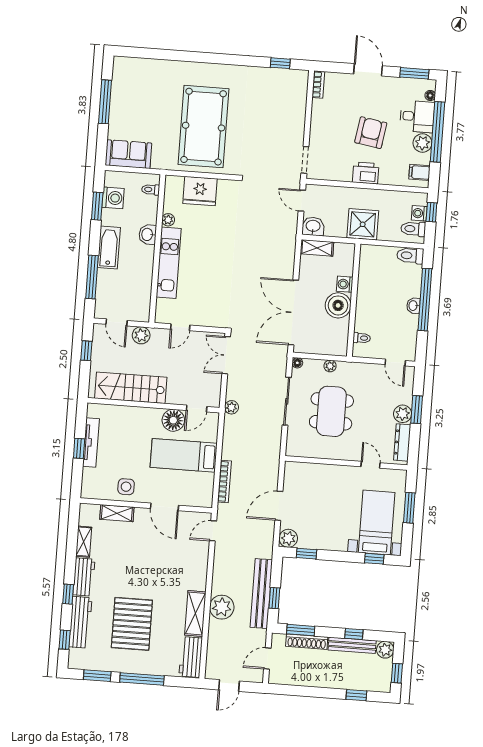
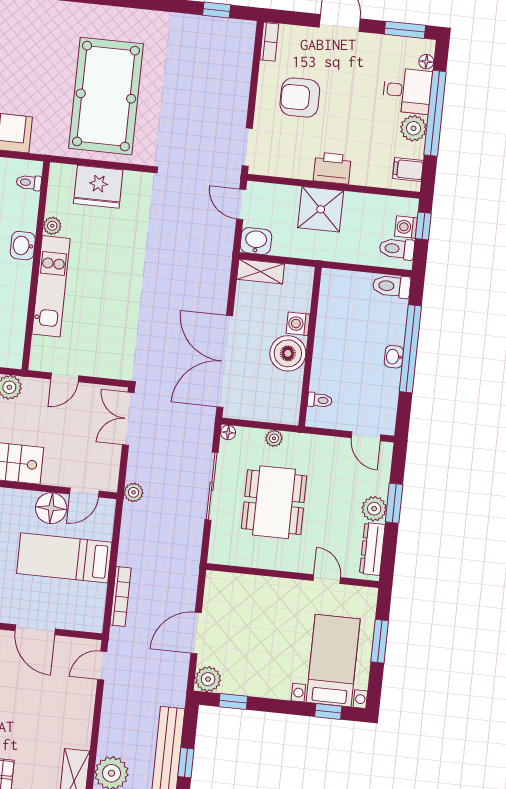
armchair: (371, 133) -> (300, 98), moved, turned -99
shower: (363, 224) -> (321, 209), moved

